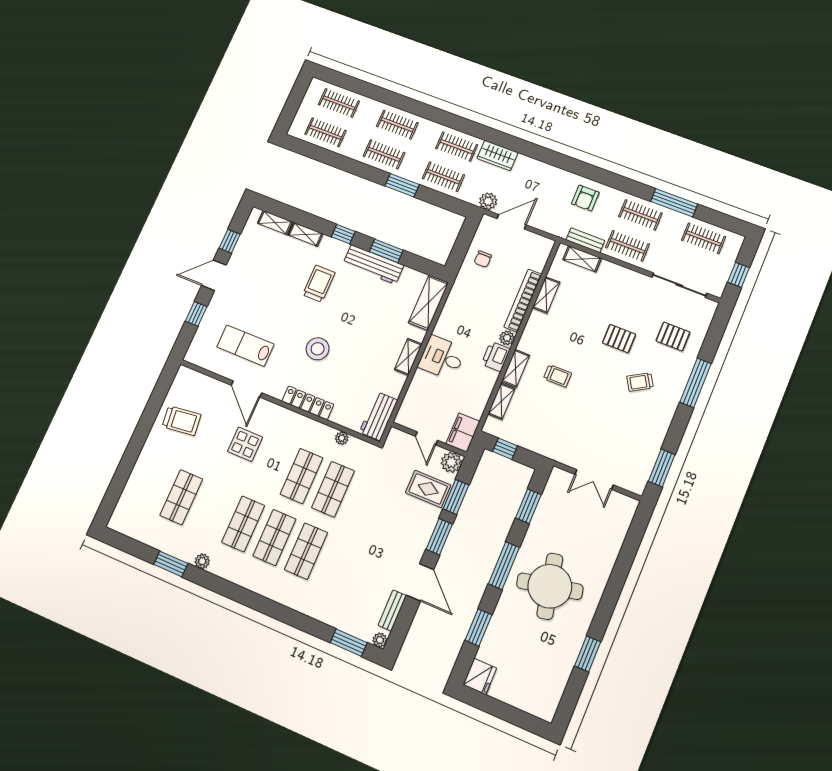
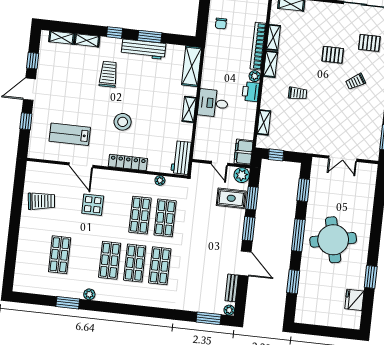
shelving: (516, 368) -> (271, 64), moved
fridge: (480, 676) -> (354, 300), moved, turned 180

